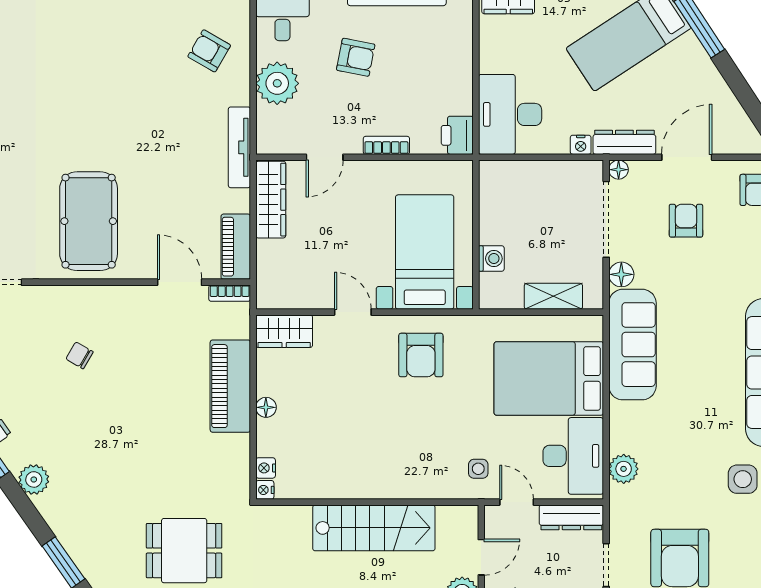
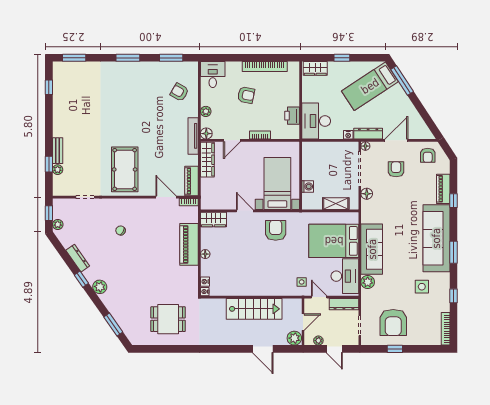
plant: (277, 83) -> (206, 111), width x0.53, depth x0.53
printer: (457, 135) -> (292, 116), moved
floor lamp: (268, 142) -> (206, 134), added
sofa: (632, 345) -> (372, 249), moved
armchair: (421, 355) -> (276, 230), turned 180

